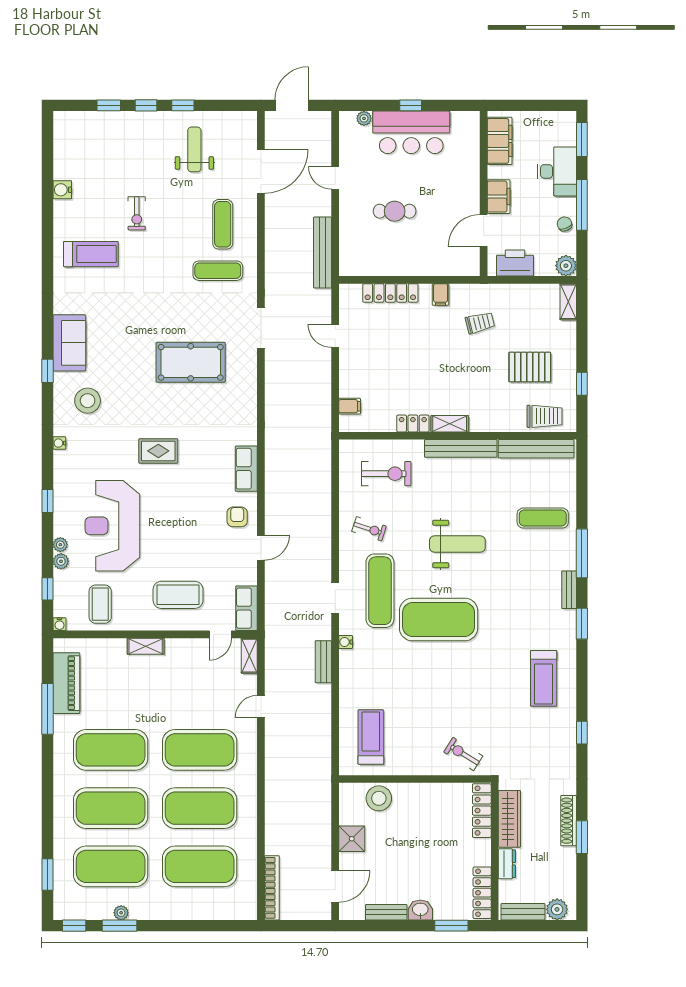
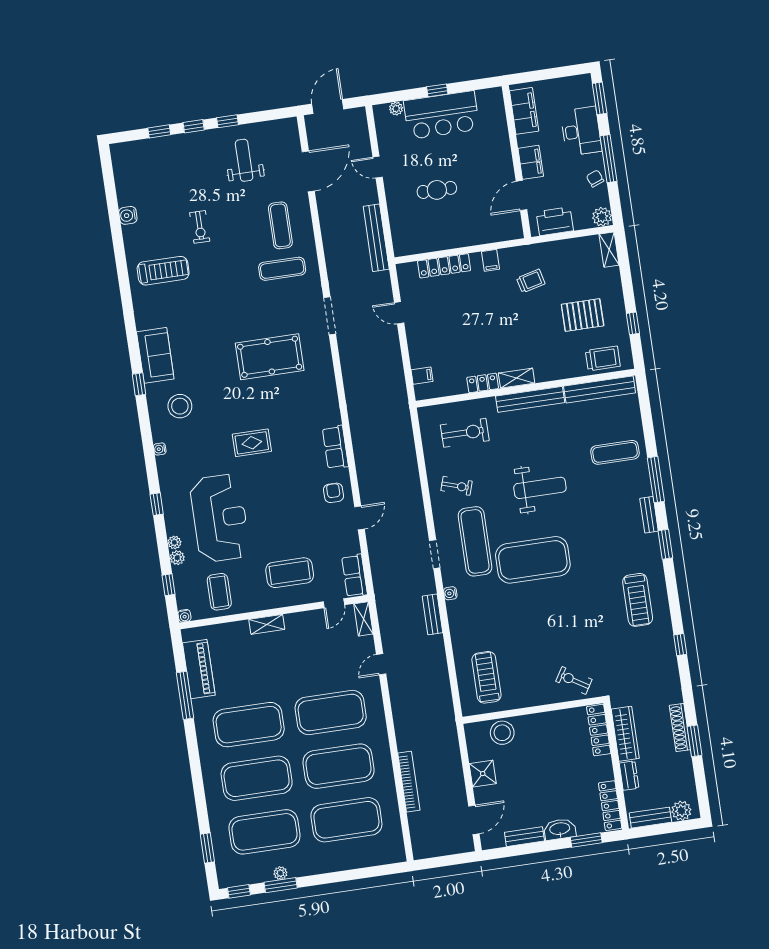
reception desk: (112, 526) -> (220, 518), turned 180
bookcase: (272, 888) -> (409, 782), moved
washbasin: (420, 910) -> (560, 829), width x1.38

